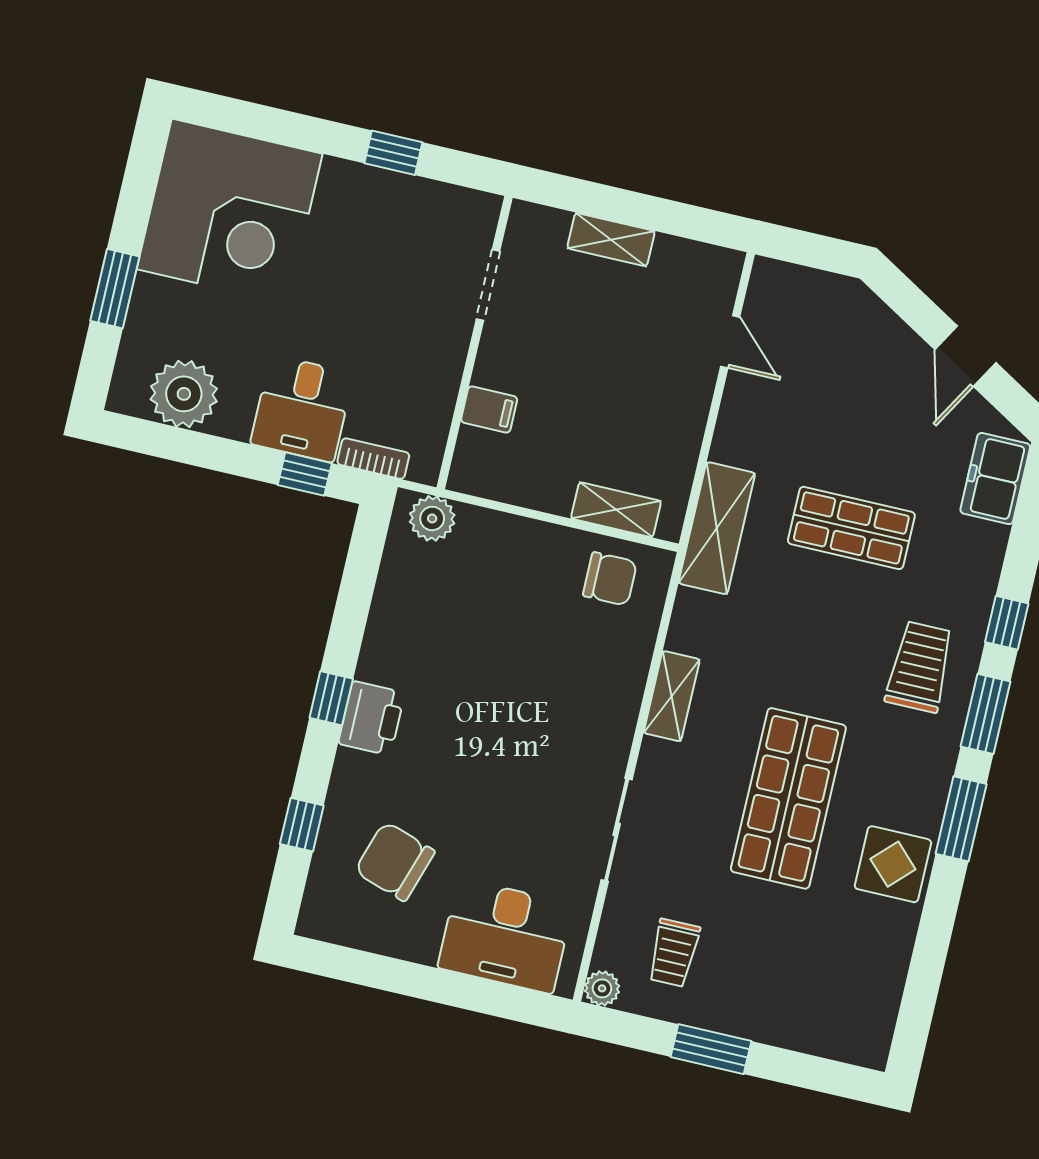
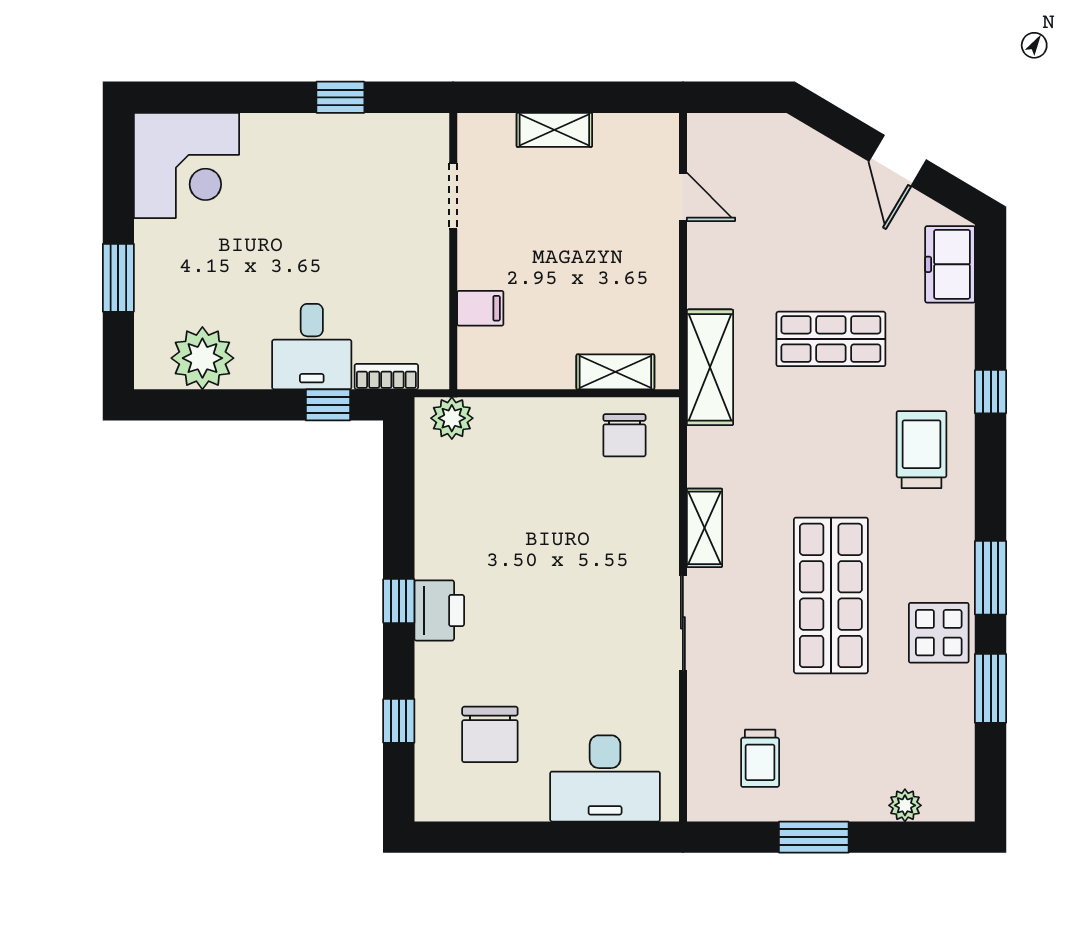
corner desk: (230, 211) -> (186, 165), width x0.74, depth x0.74
chair: (610, 579) -> (624, 435), turned 90
window: (986, 714) -> (991, 688), moved
sliding door: (617, 830) -> (683, 623), moved
chair: (395, 861) -> (490, 734), turned -108
plant: (602, 988) -> (905, 805), moved

